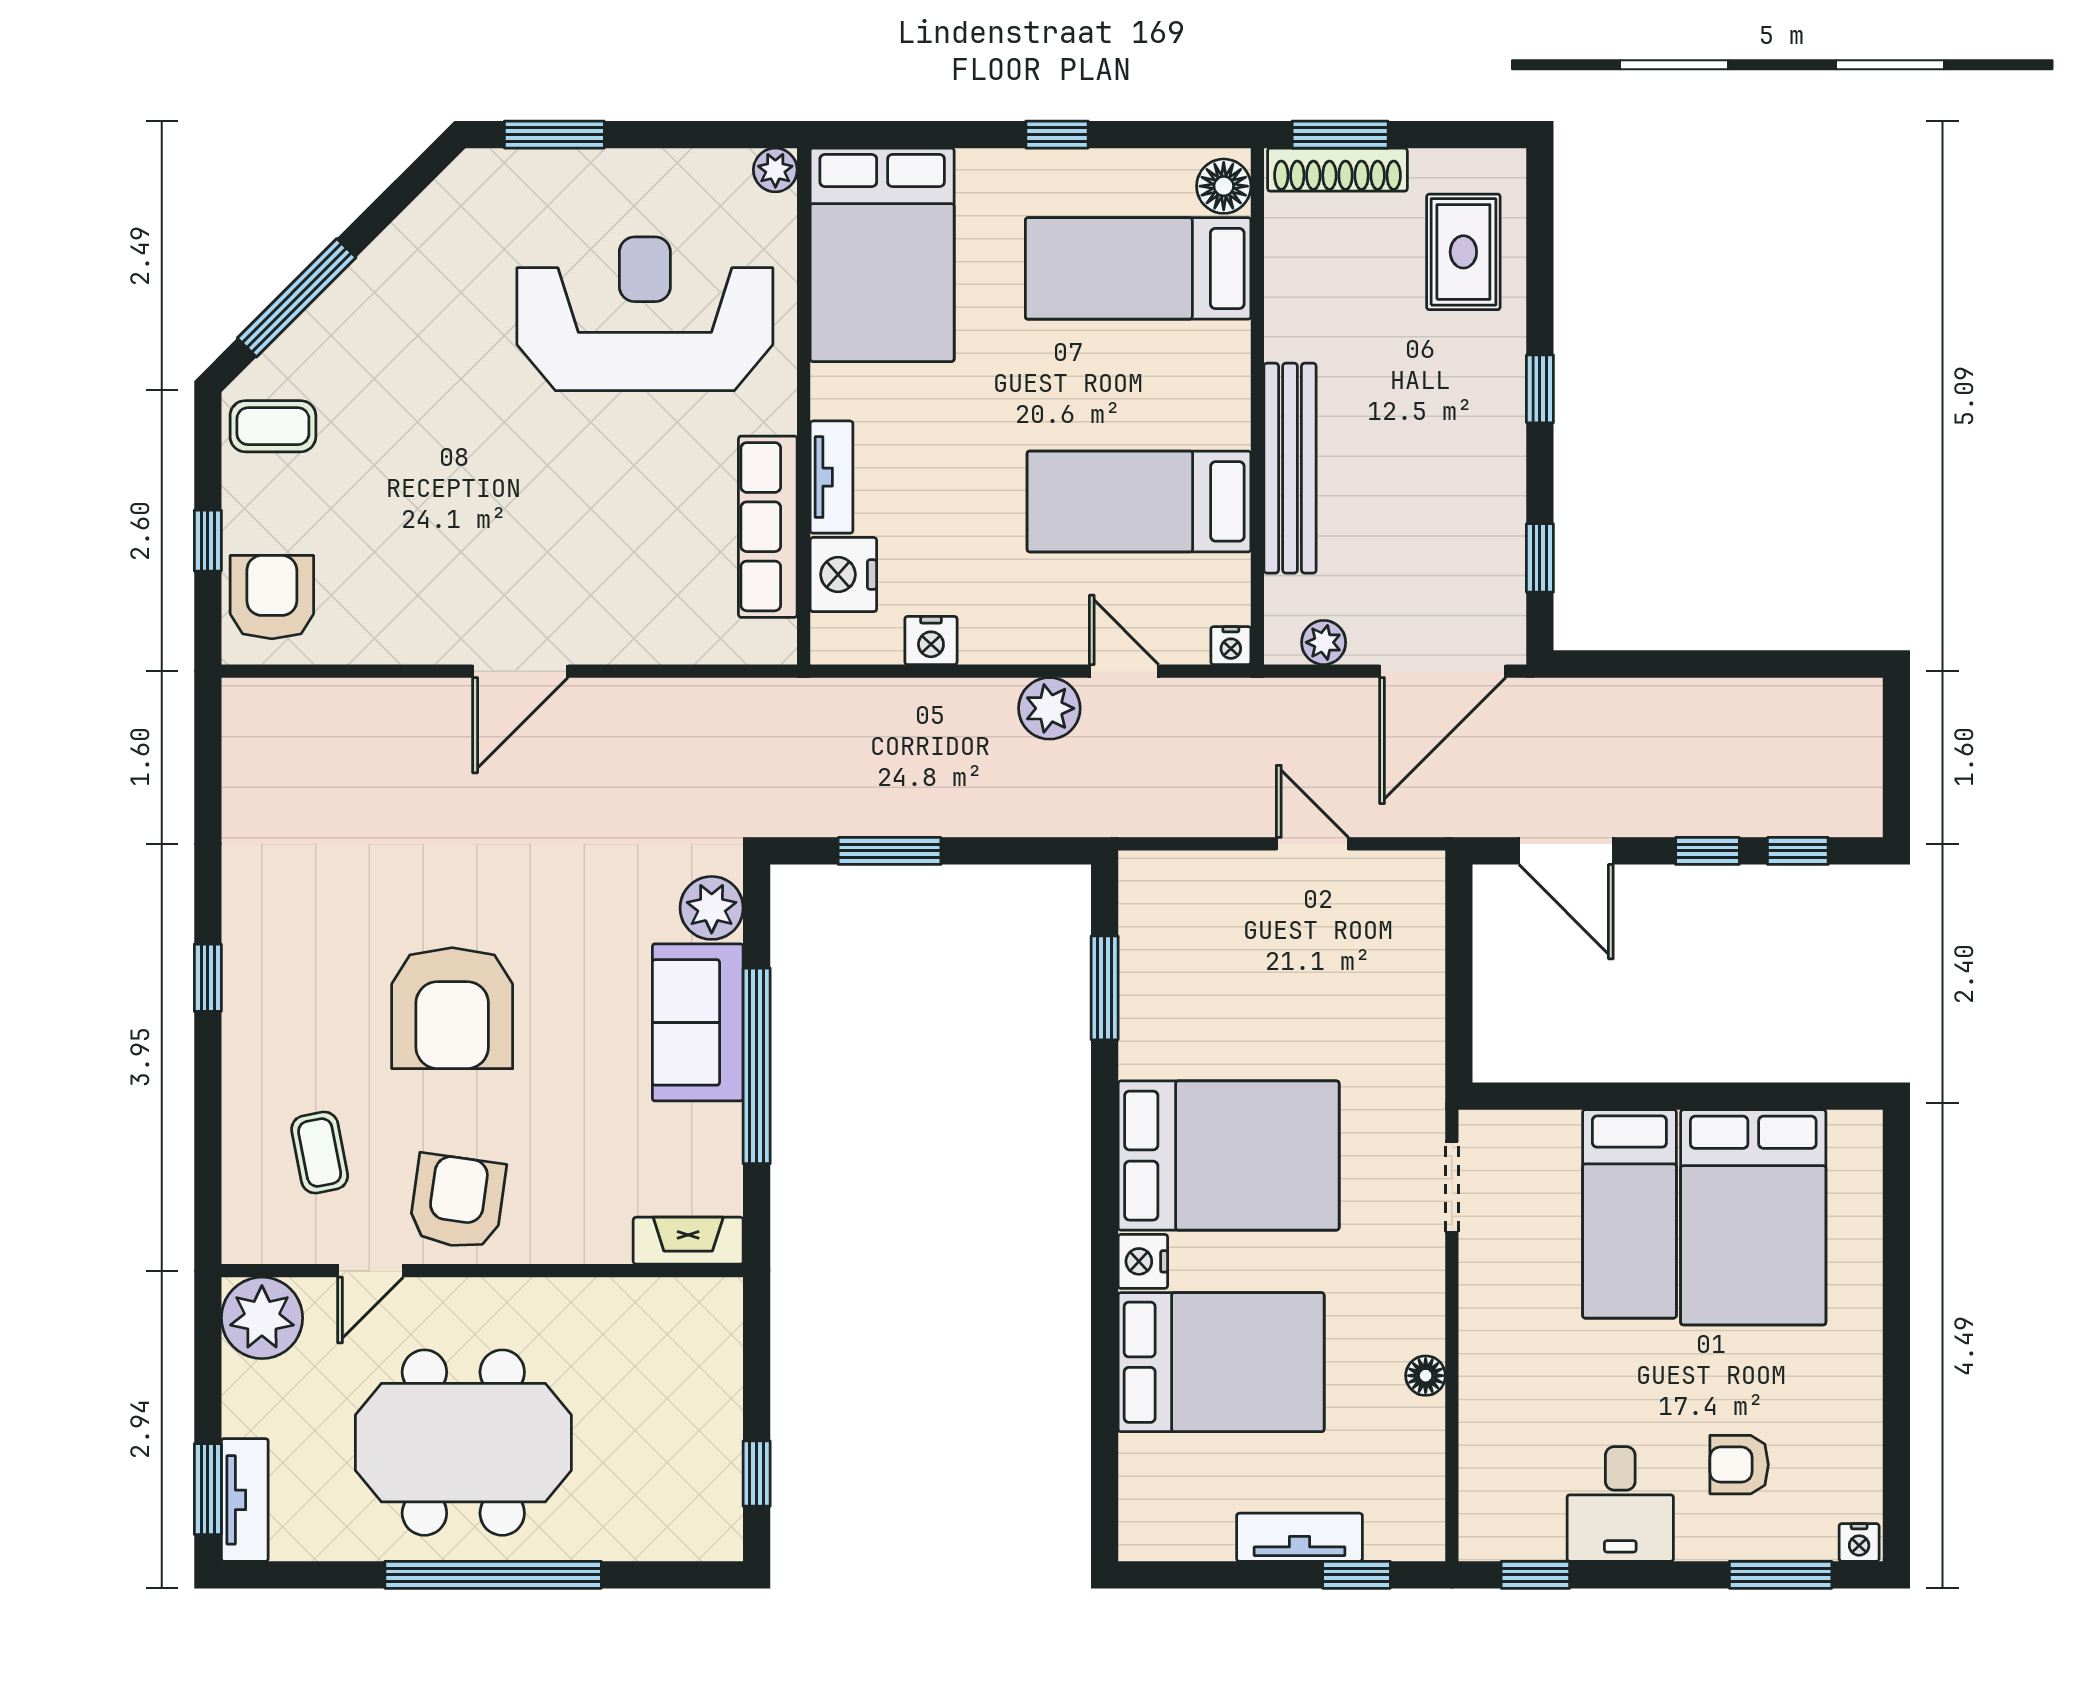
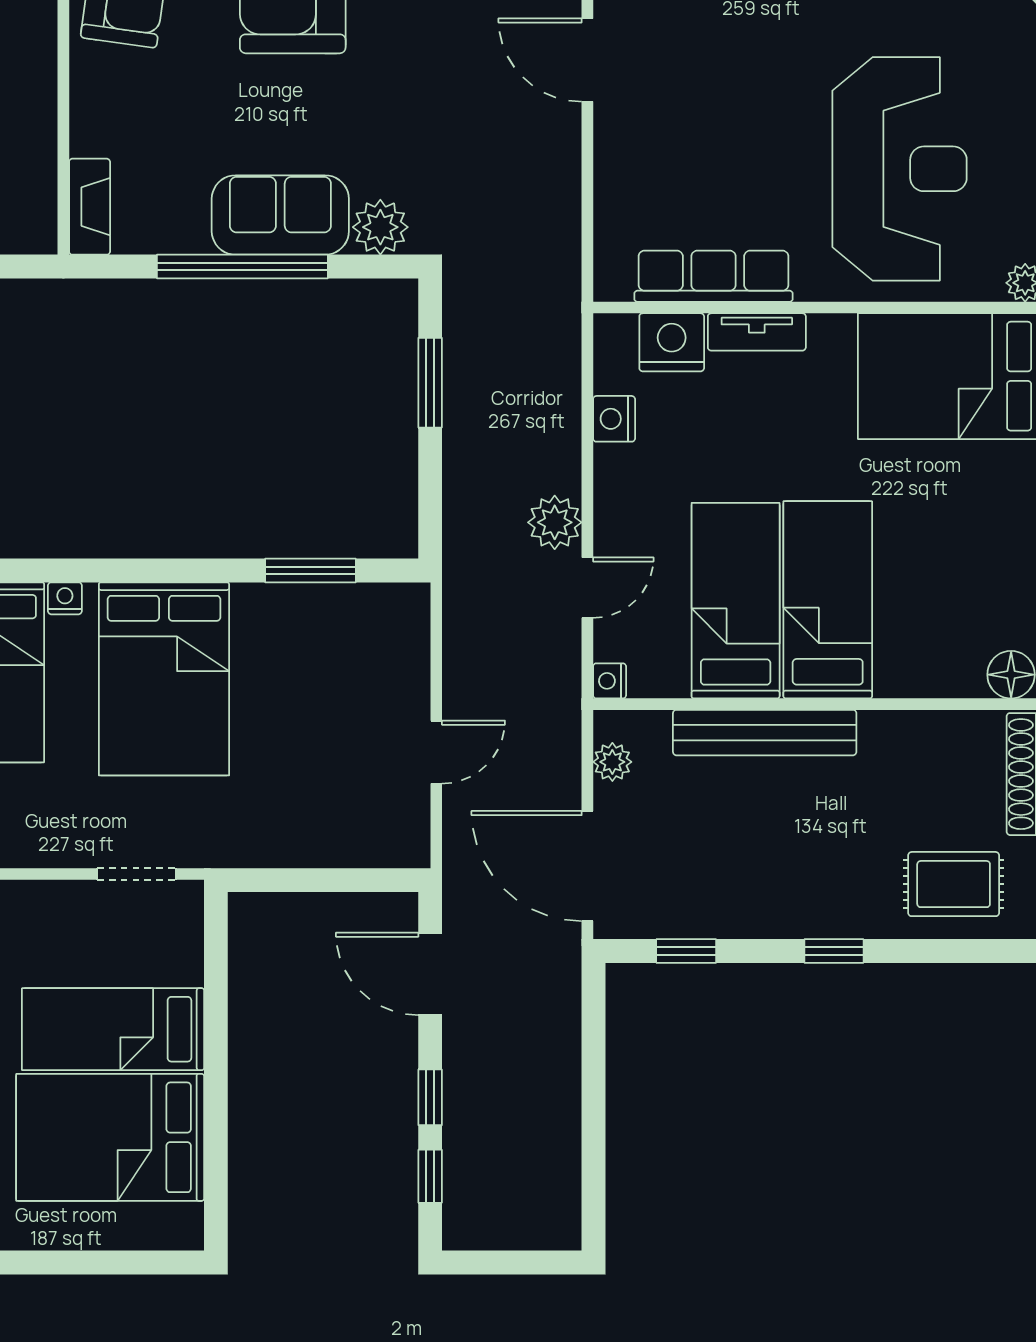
bed: (1138, 268) -> (828, 600), moved
door: (1566, 851) -> (430, 974), hinge flipped
nightstand: (1143, 1261) -> (65, 598), width x0.72, depth x0.74

